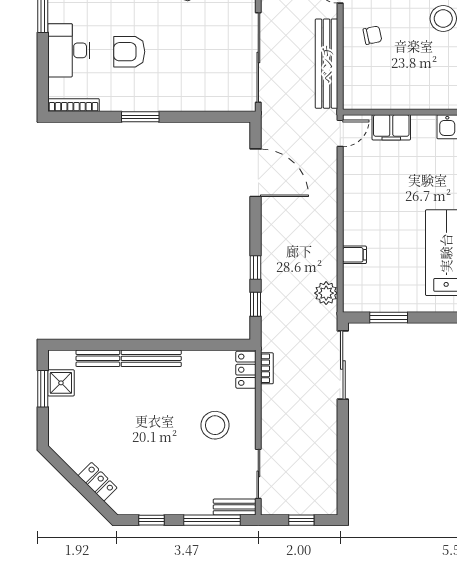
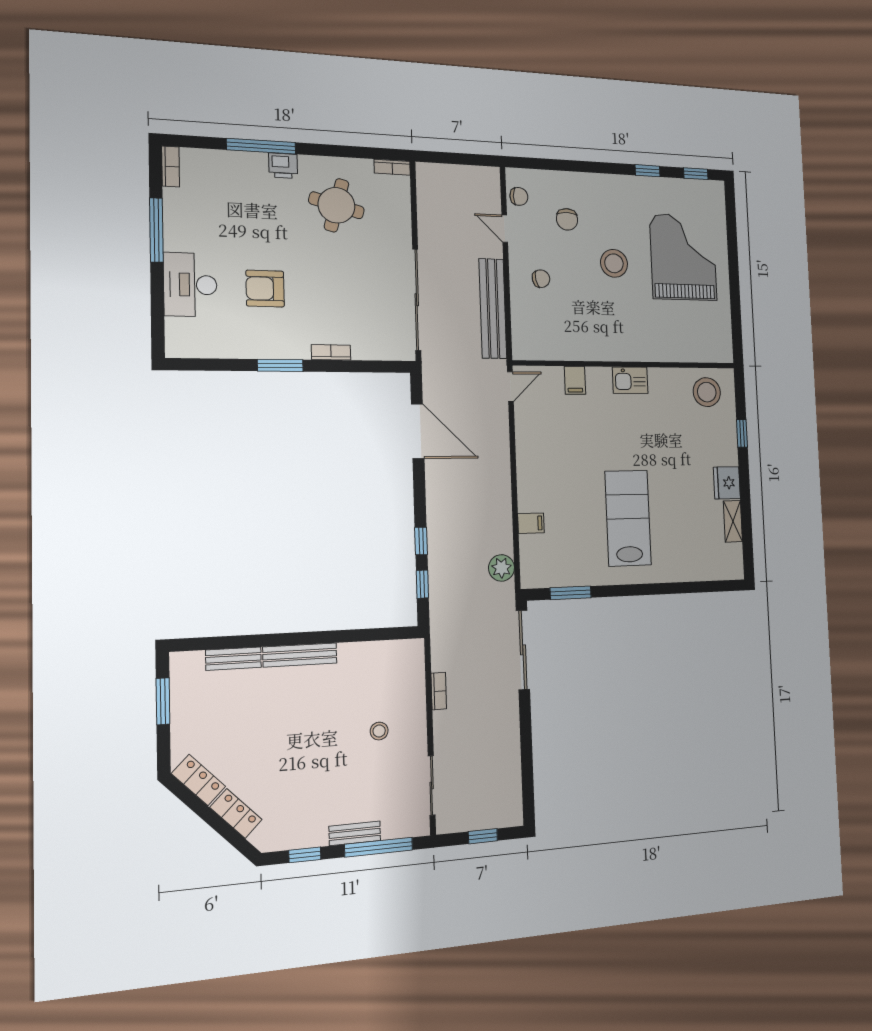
bookcase: (73, 105) -> (331, 352), moved, width x0.64
filing cabinet: (391, 127) -> (575, 380), width x0.50
bookcase: (267, 368) -> (439, 691), moved
locker: (246, 370) -> (199, 780), moved, turned 135
shower: (61, 383) -> (187, 692), removed
stool: (215, 425) -> (379, 731), width x0.53, depth x0.53
bench: (234, 507) -> (355, 833), moved

